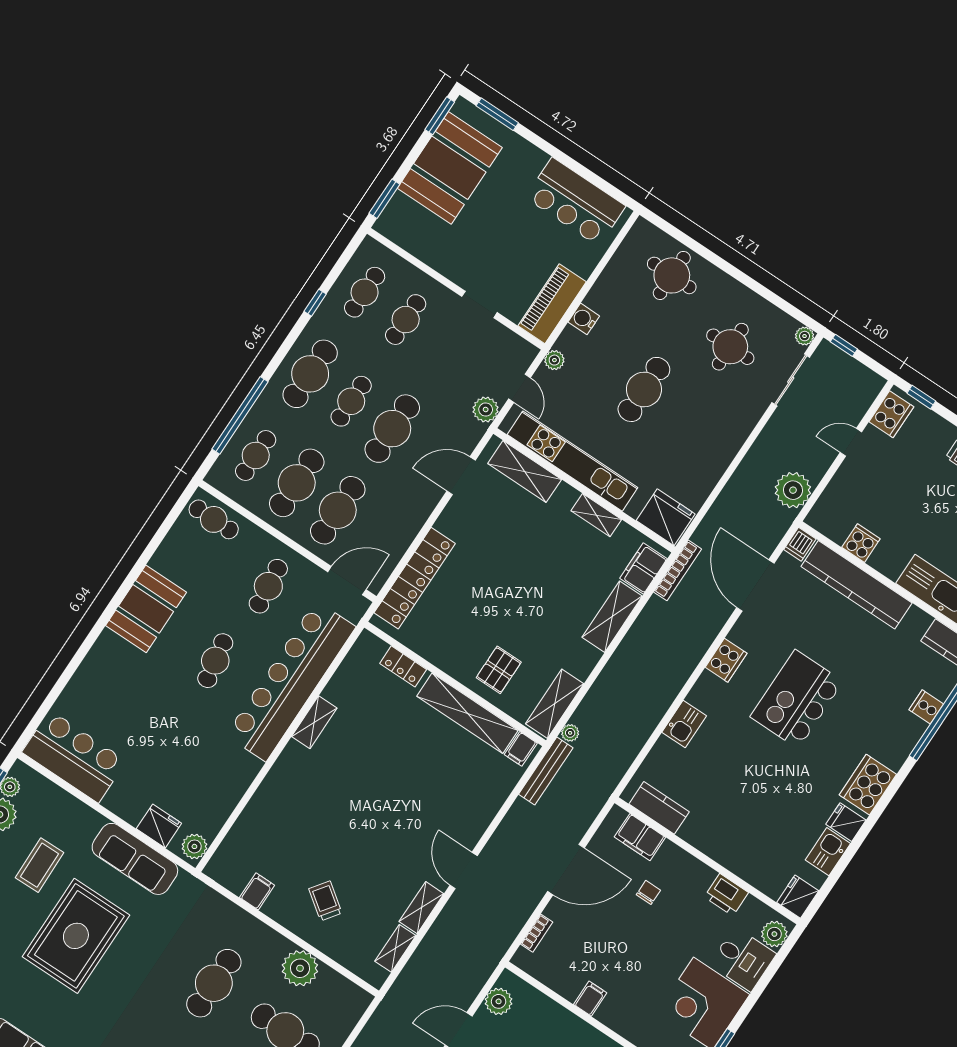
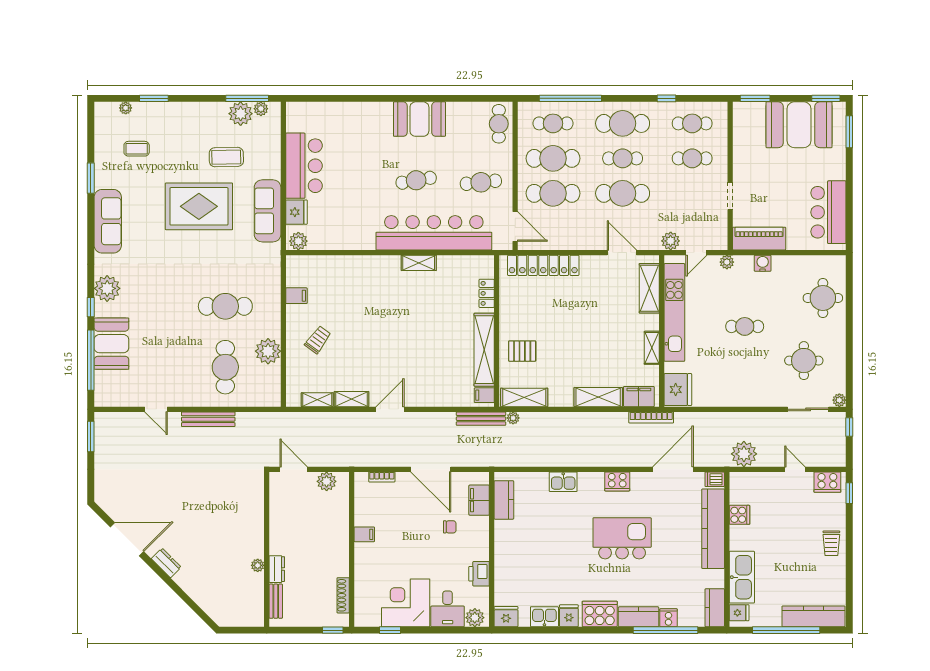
cafe table: (644, 389) -> (745, 326), width x0.73, depth x0.74
kitchen counter: (902, 741) -> (639, 617), added
bar counter: (74, 757) -> (304, 166), moved

